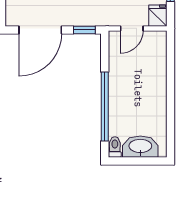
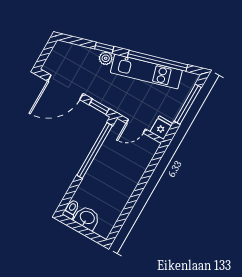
window: (105, 107) -> (95, 150), moved
washbasin: (140, 147) -> (87, 218), width x0.72

